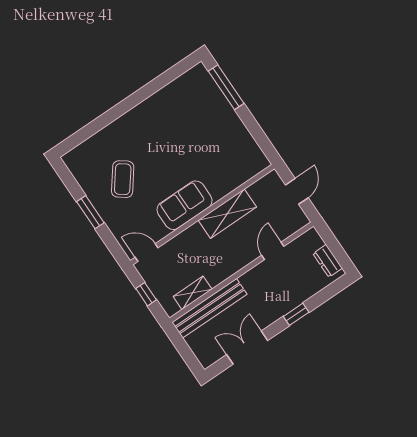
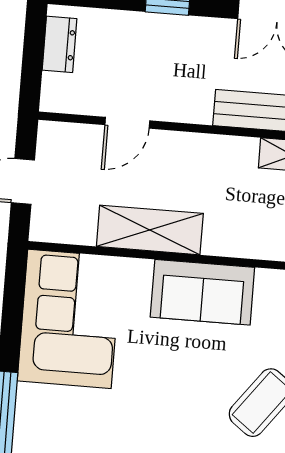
corner sofa: (231, 149) -> (69, 319), added

